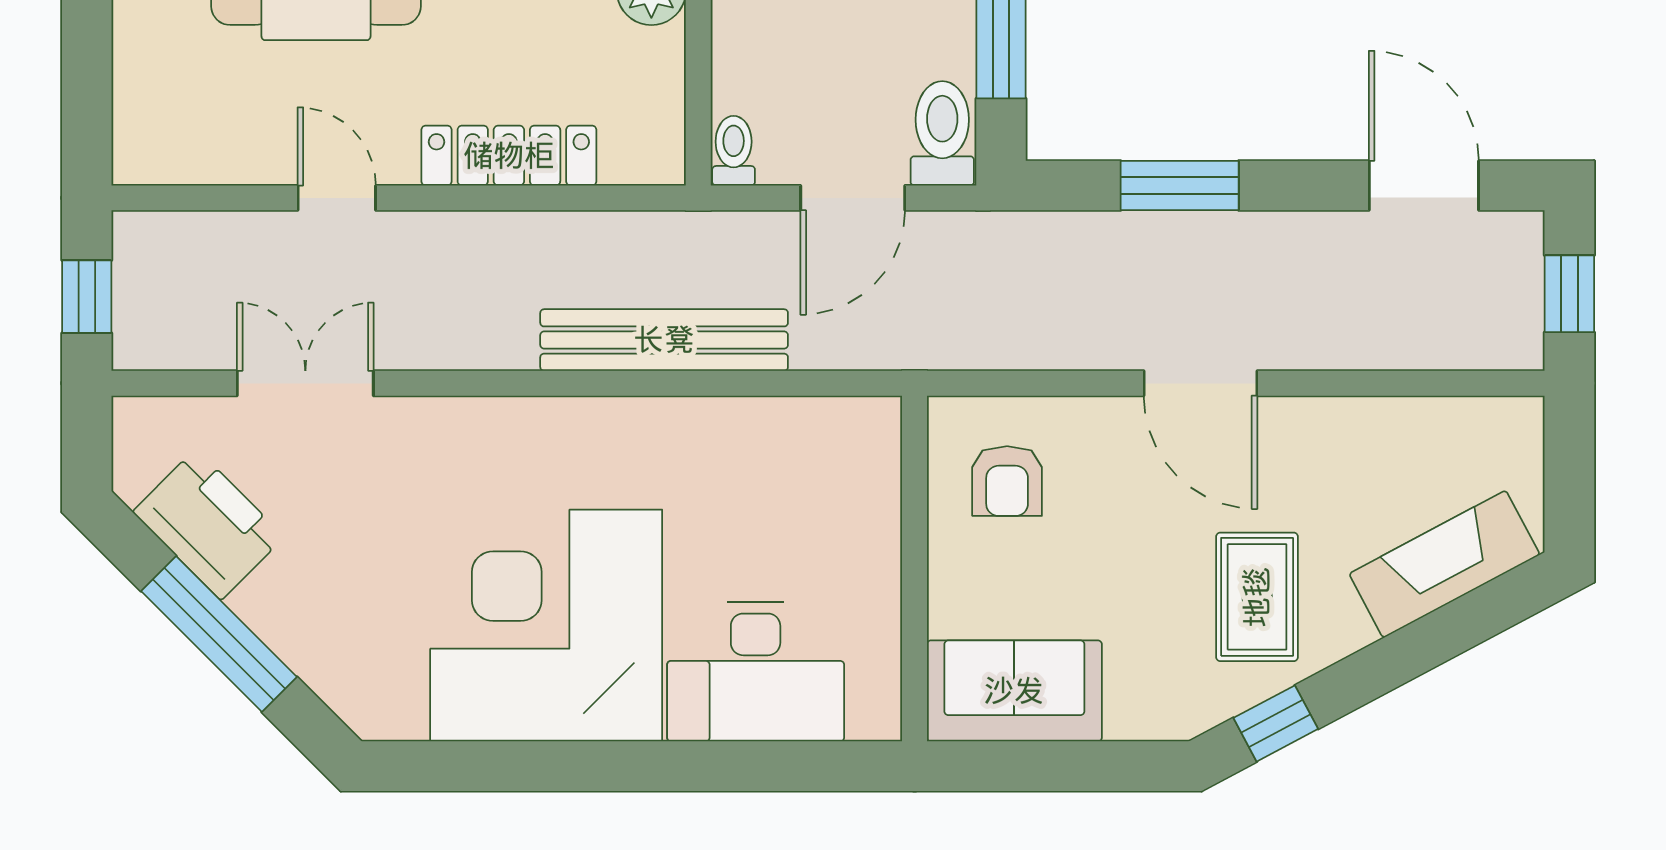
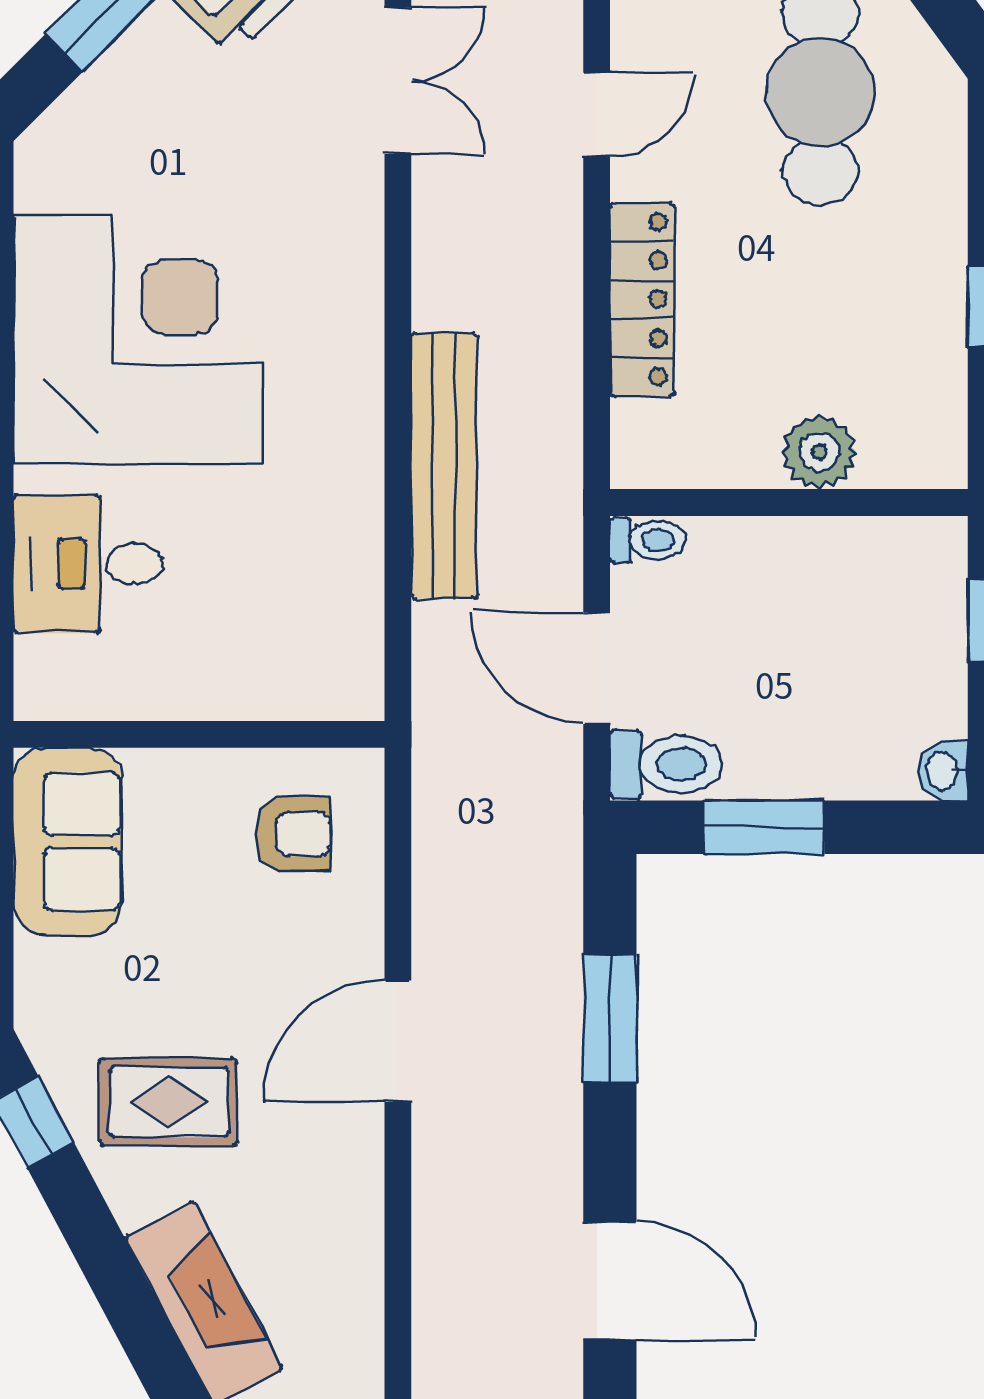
door: (1424, 186) -> (610, 1281), hinge flipped
armchair: (1007, 481) -> (293, 834), turned 180
desk: (756, 672) -> (88, 564), width x0.73

